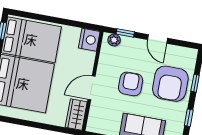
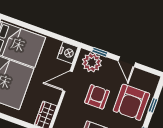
plant: (114, 40) -> (92, 62), width x1.87, depth x1.87
door: (91, 88) -> (68, 81), moved

